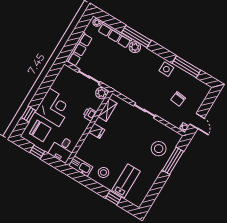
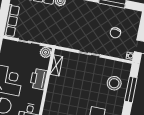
side table: (166, 69) -> (95, 10), removed
printer: (90, 114) -> (39, 79), width x1.87, depth x1.48
fridge: (97, 131) -> (53, 87), removed

